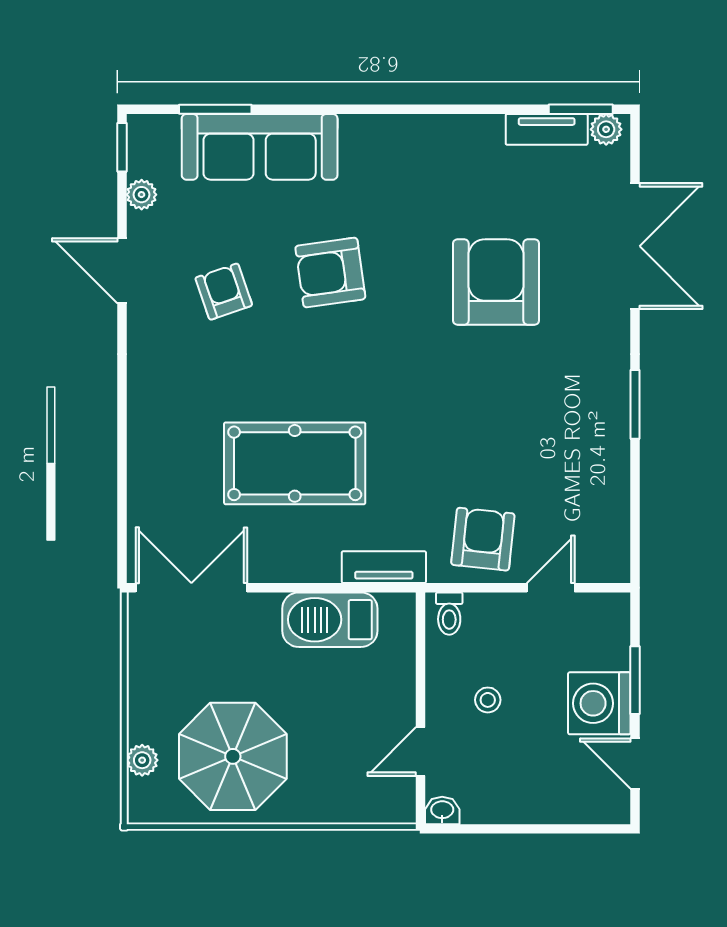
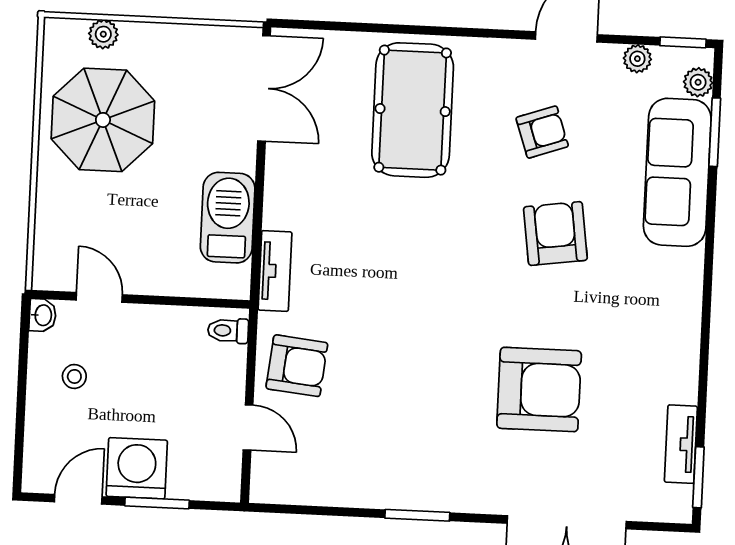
plant: (606, 129) -> (698, 82), moved
pool table: (295, 463) -> (413, 110), moved
stool: (488, 700) -> (74, 376), moved

